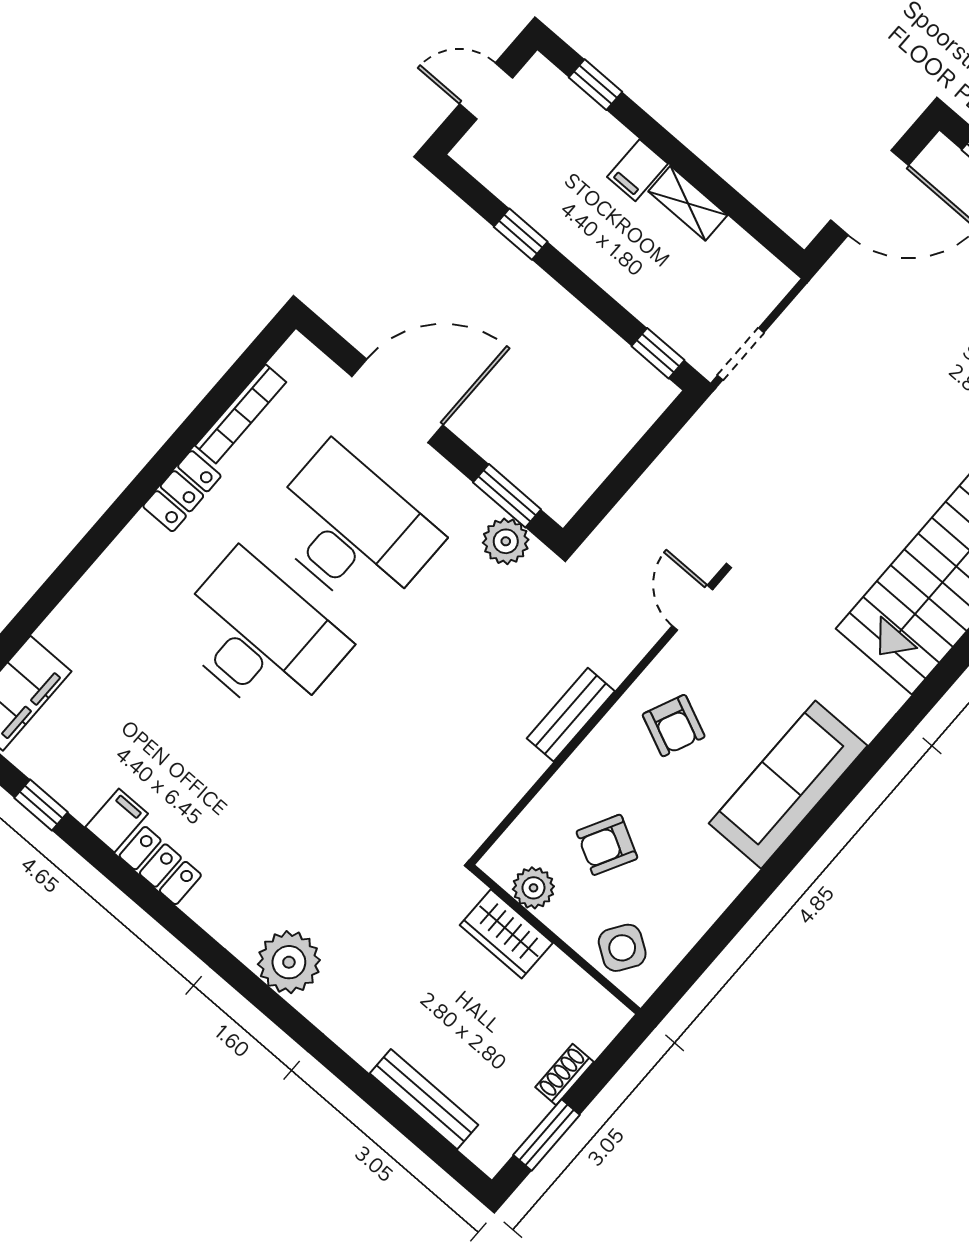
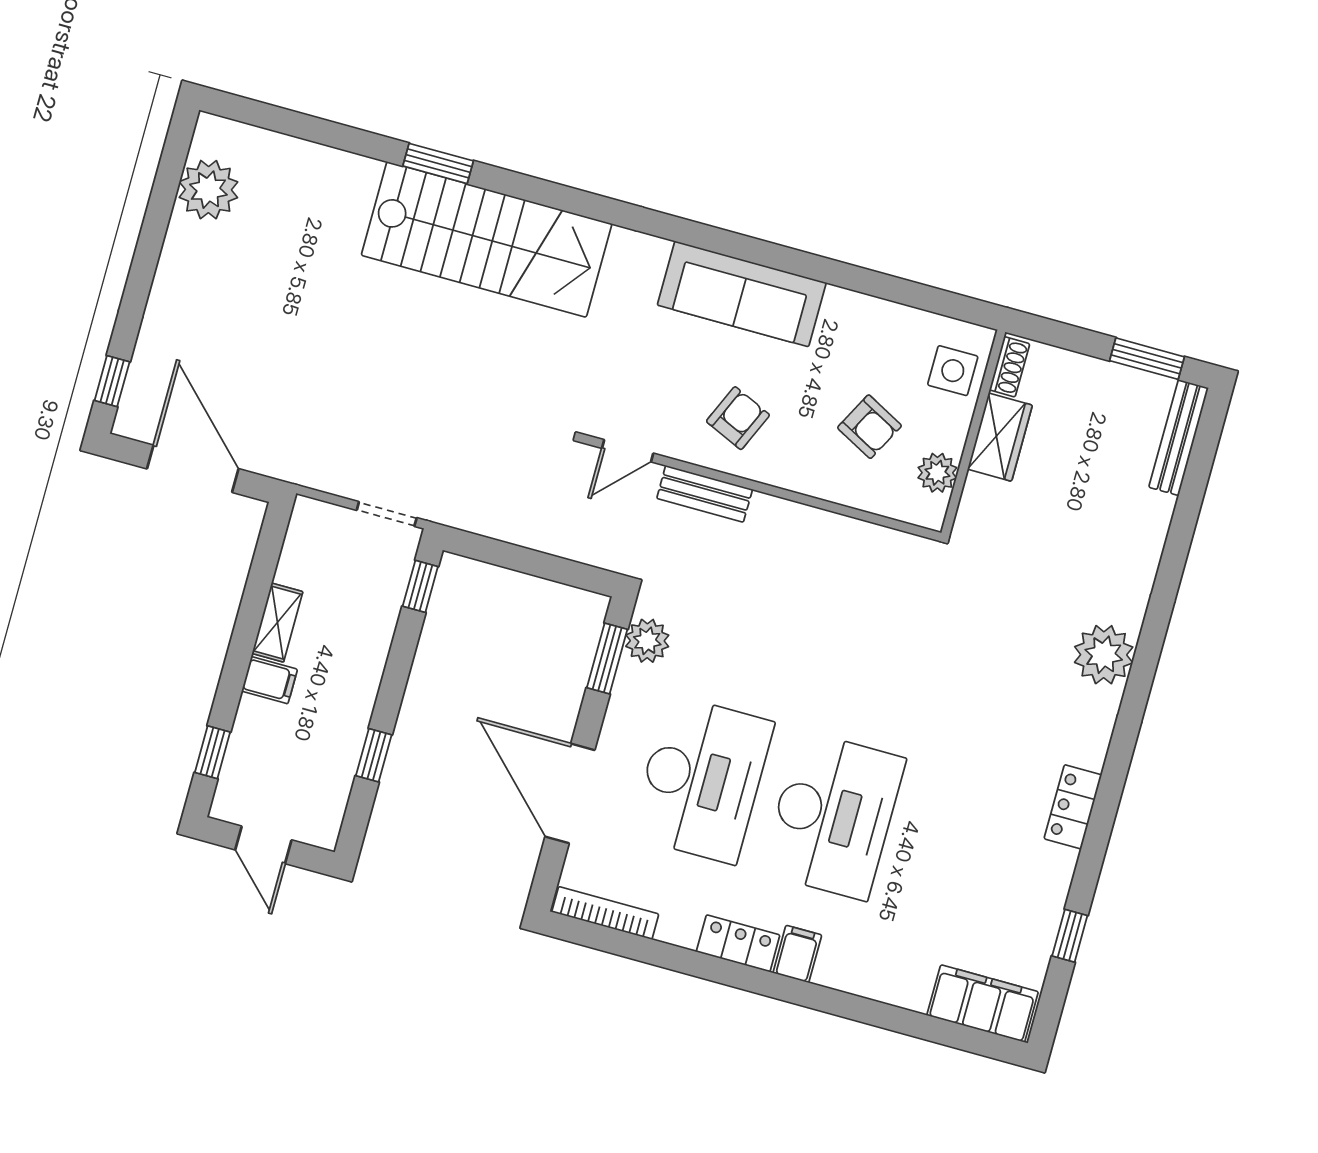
bookcase: (241, 414) -> (605, 913), moved
desk: (352, 531) -> (702, 779), turned 180
desk: (259, 638) -> (833, 815), turned 180
bench: (571, 715) -> (705, 494), moved
filing cabinet: (117, 820) -> (797, 954), moved, turned 90
wardrobe: (506, 934) -> (1000, 437), moved
side table: (622, 948) -> (953, 371), turned -34
shoe rack: (564, 1074) -> (1009, 367), moved, turned -90
bench: (424, 1099) -> (1179, 438), moved

